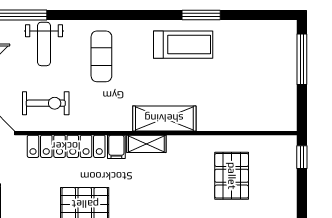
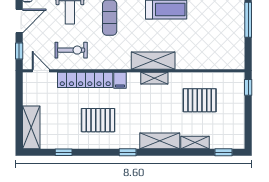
shelving: (146, 144) -> (154, 78), moved
pallet: (232, 176) -> (200, 100), turned 90

